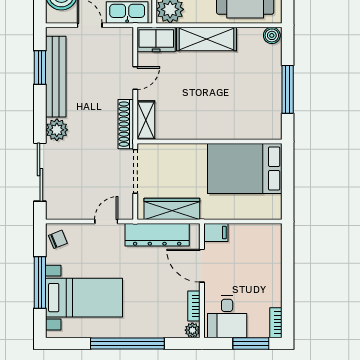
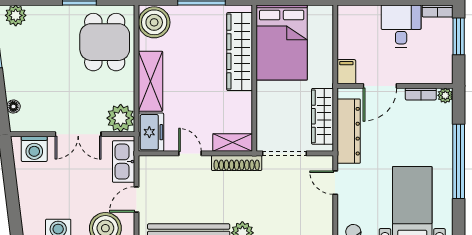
boiler: (272, 35) -> (154, 22), width x1.86, depth x1.86
wardrobe: (236, 127) -> (240, 52), added
desk: (227, 317) -> (401, 26), moved, turned -90

